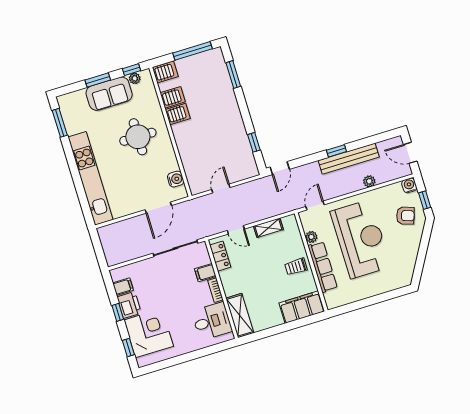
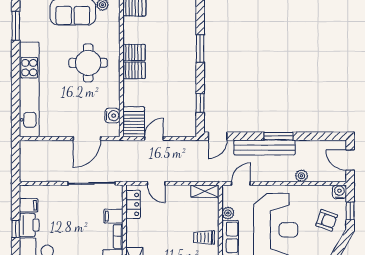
window: (233, 75) -> (200, 49), moved
server rack: (173, 97) -> (134, 70), moved
window: (336, 151) -> (278, 136), width x1.50
bench: (349, 159) -> (264, 147), moved
server rack: (197, 179) -> (134, 122), added
shelving: (268, 228) -> (205, 191), moved

